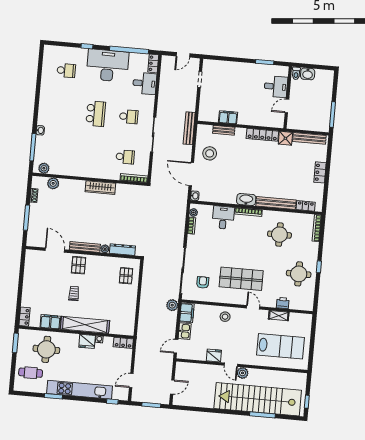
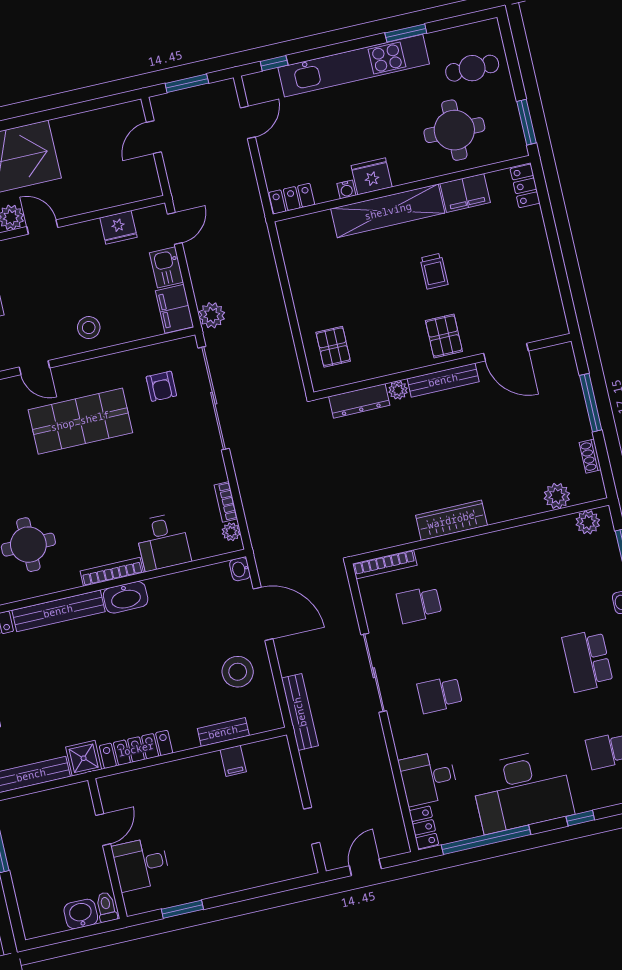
school desk: (96, 114) -> (588, 661), moved
filing cabinet: (228, 117) -> (233, 761), width x0.50
fridge: (214, 356) -> (118, 227), moved

